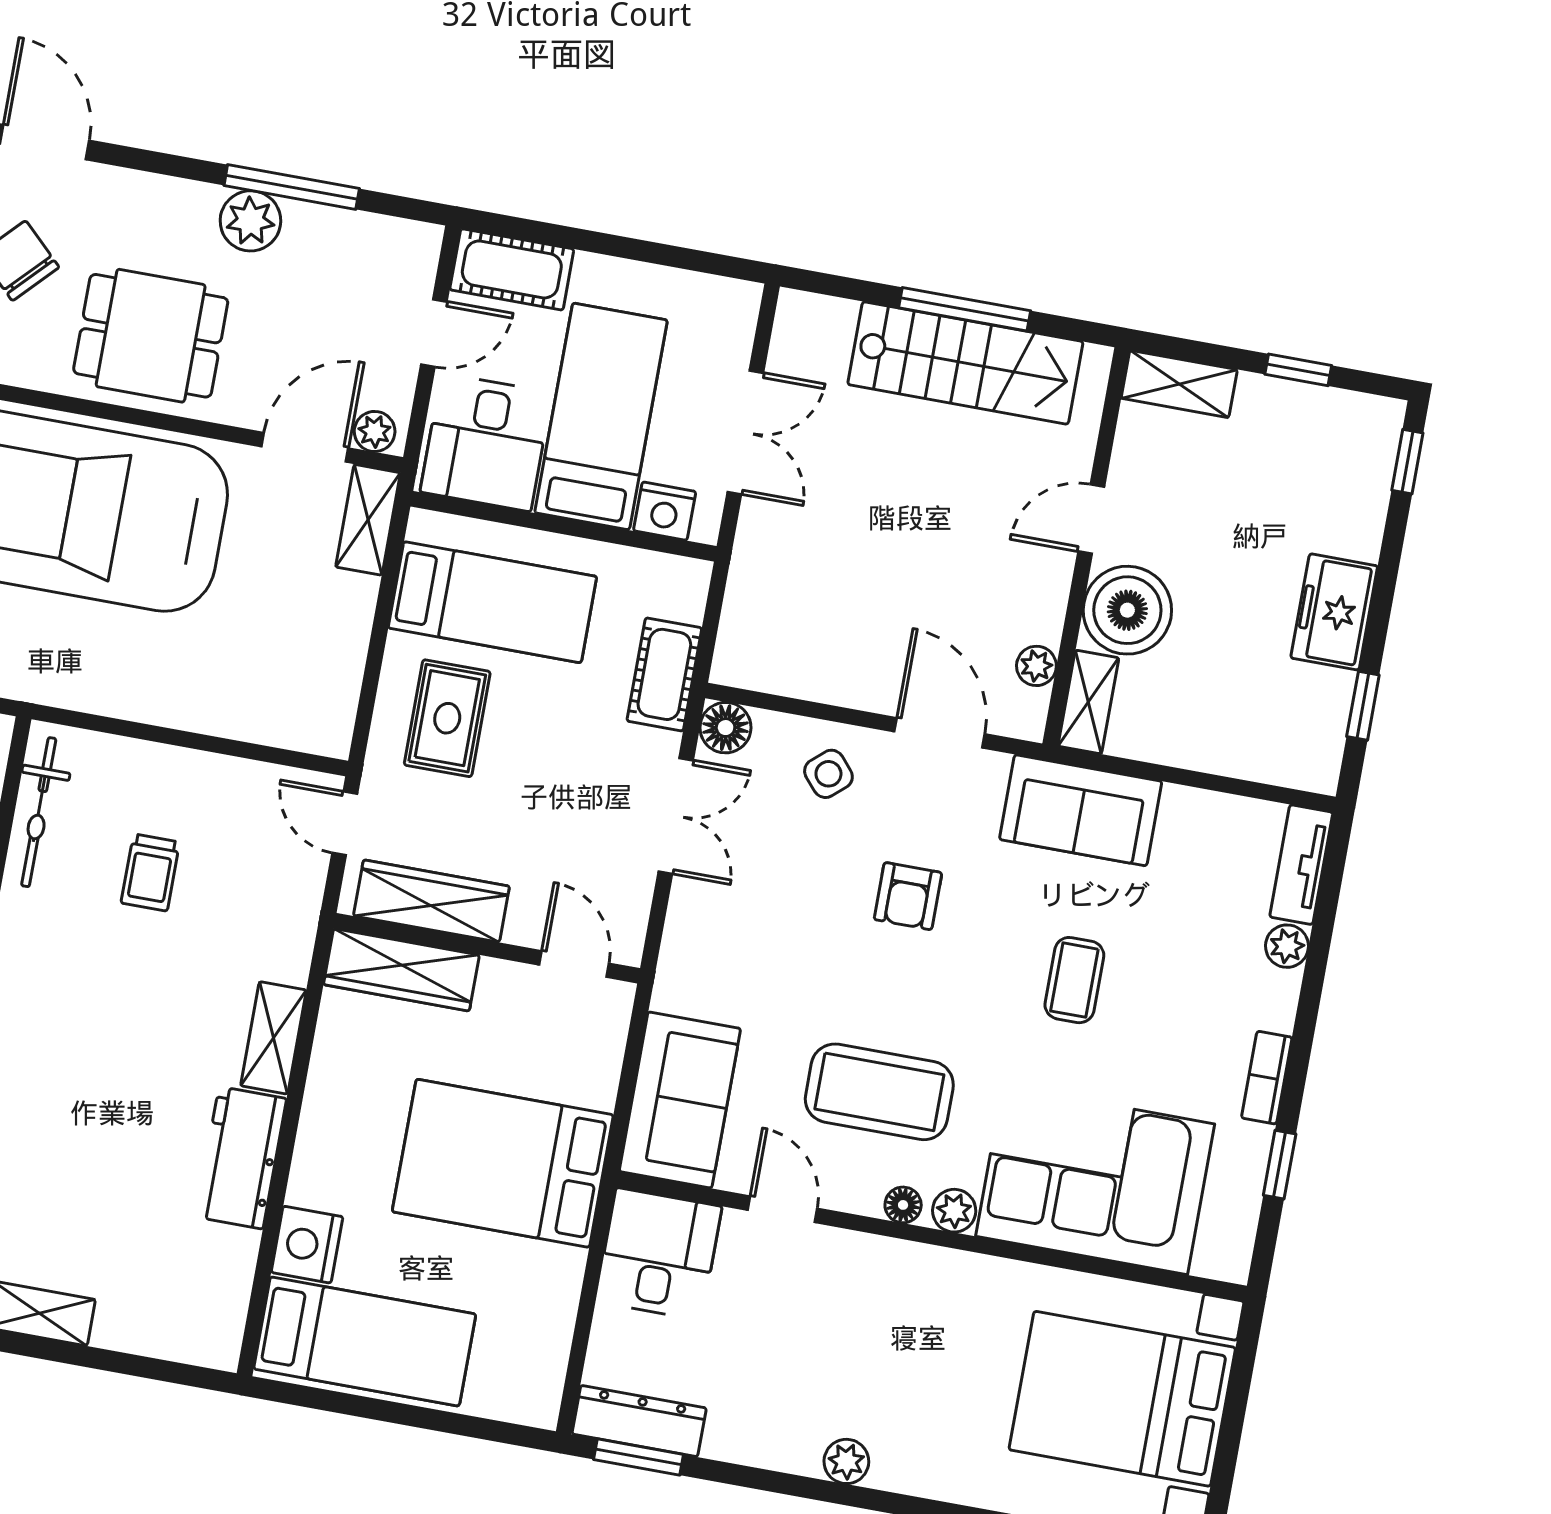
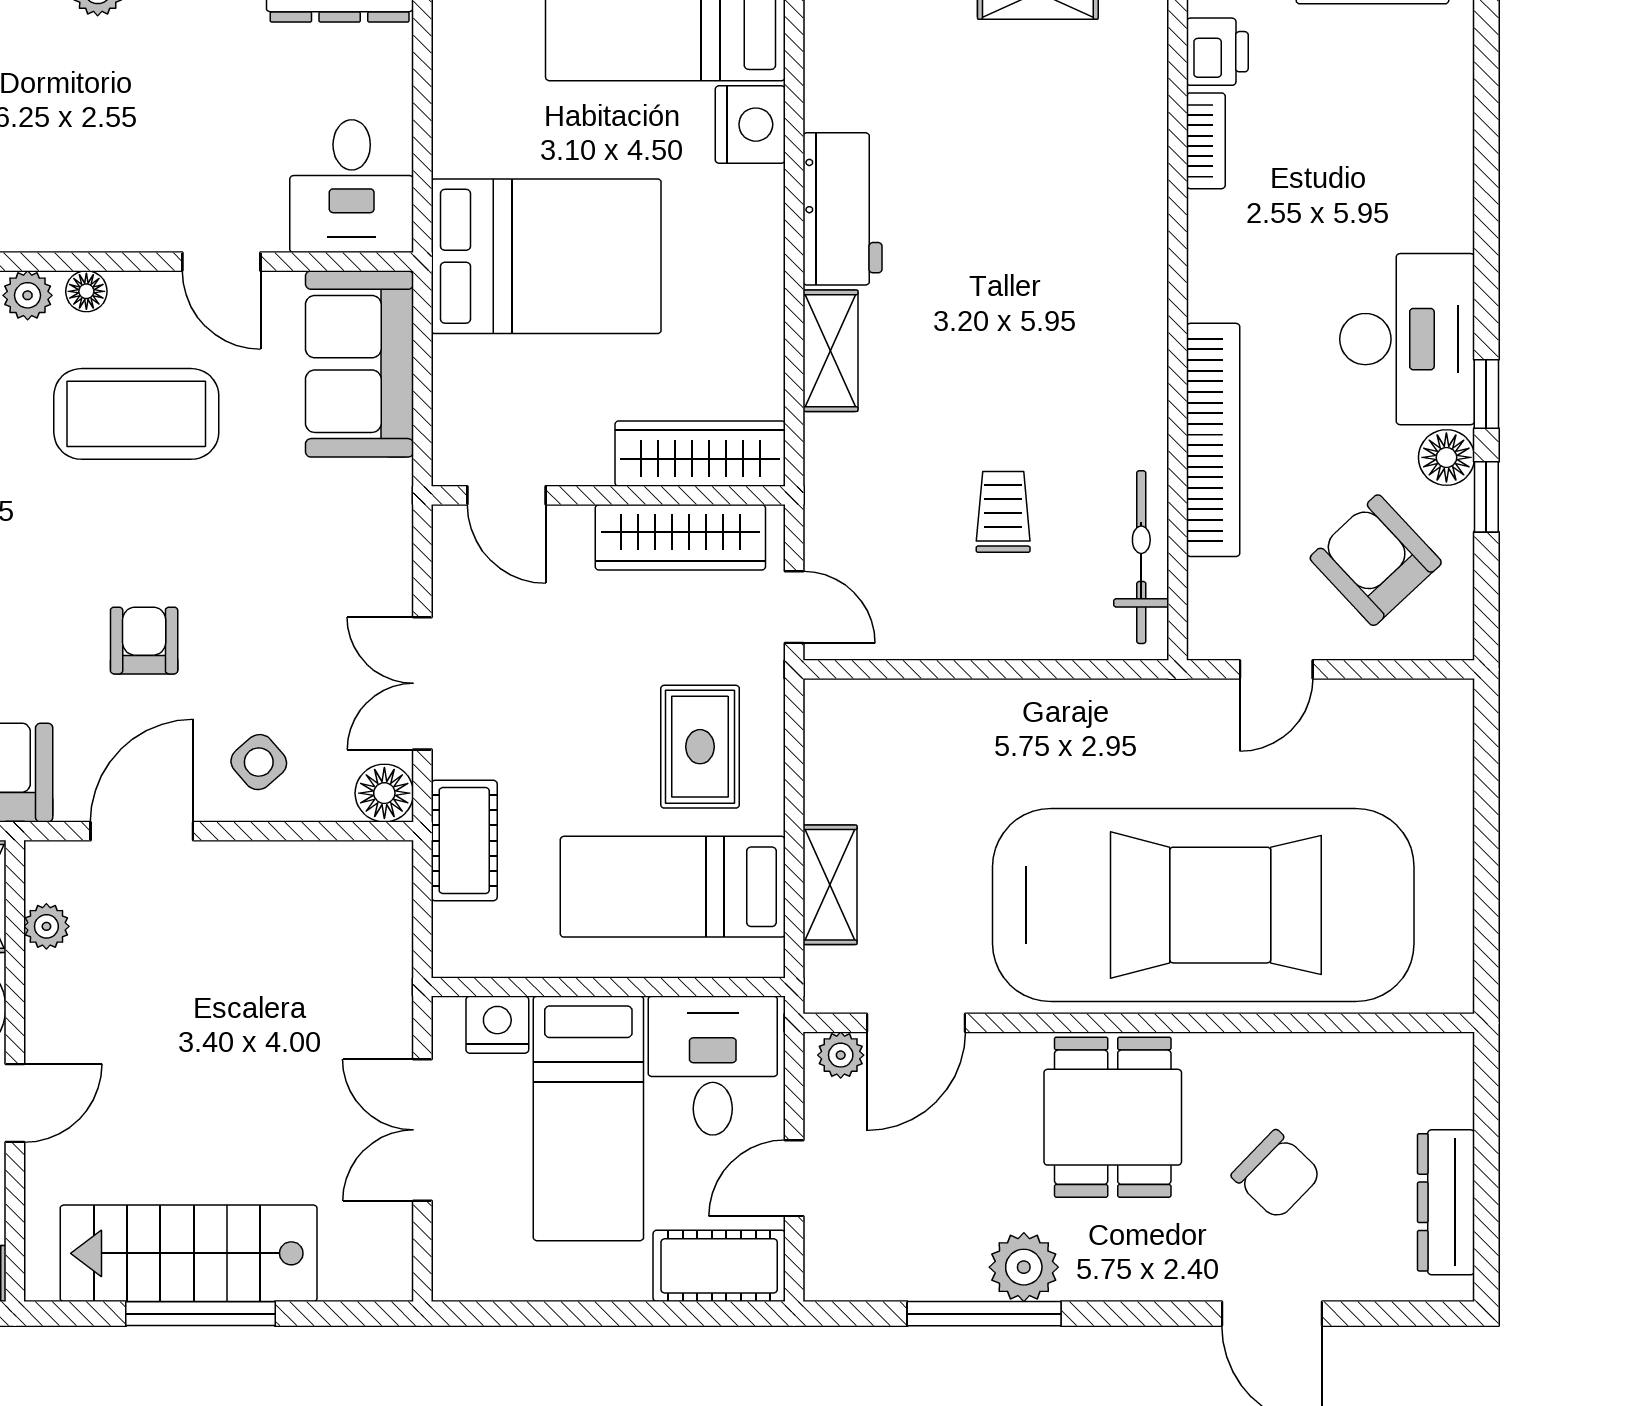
dining table: (151, 336) -> (1113, 1117), turned 90
shelving: (368, 520) -> (830, 885), moved
door: (940, 733) -> (142, 831), swing flipped

